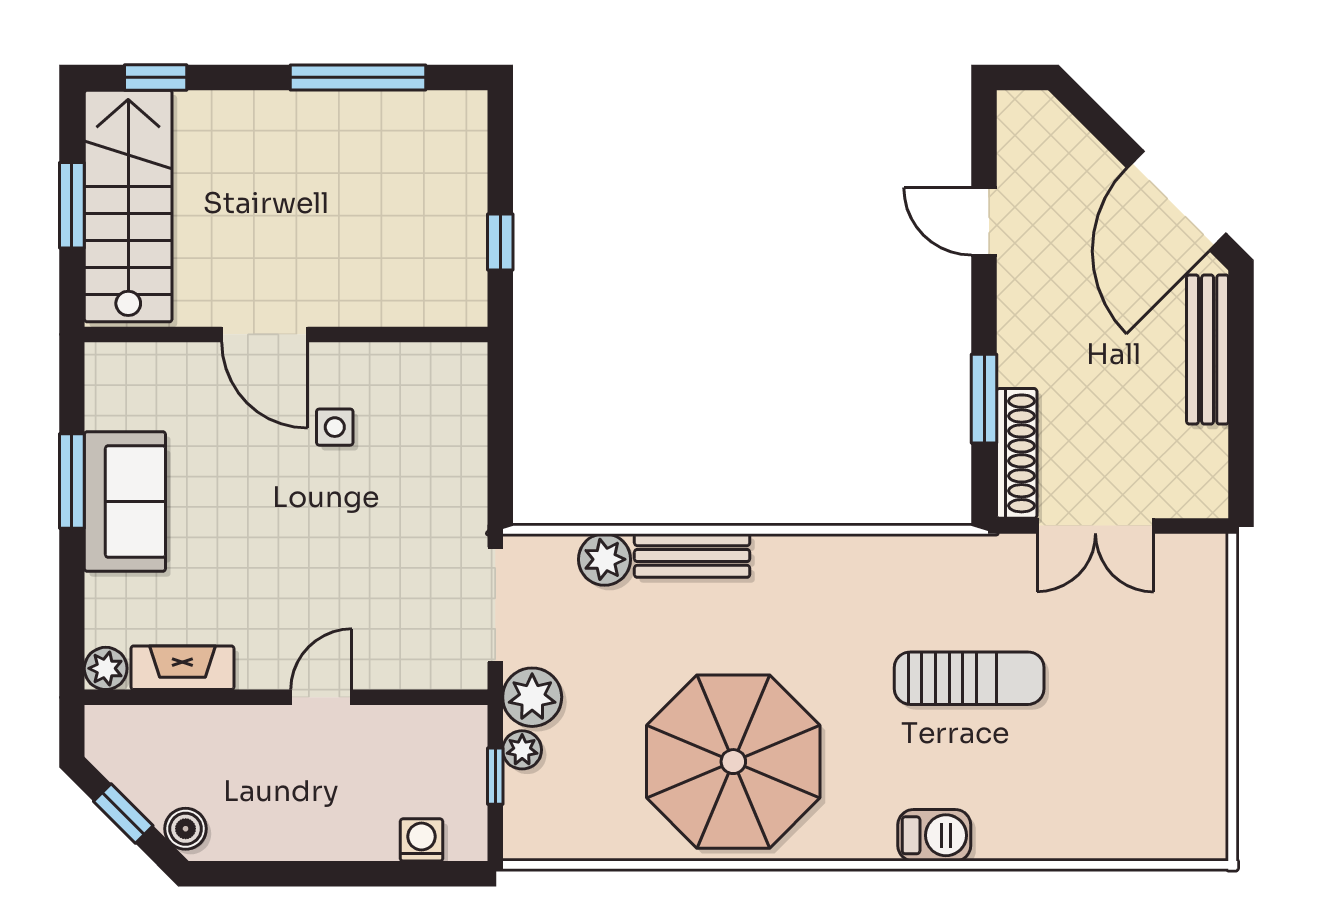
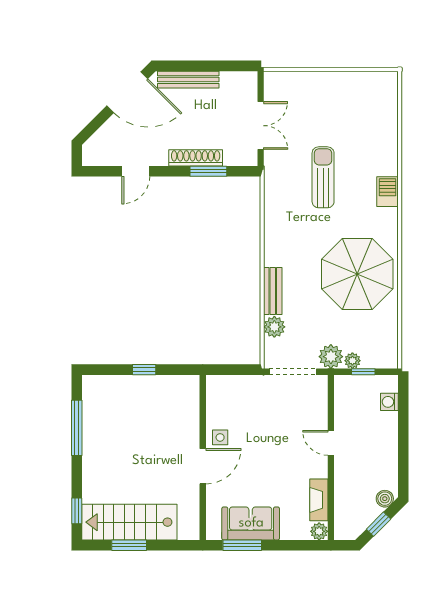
door: (265, 334) -> (203, 466), moved
wall: (286, 334) -> (203, 457), moved
shoe rack: (1017, 453) -> (196, 158), moved

